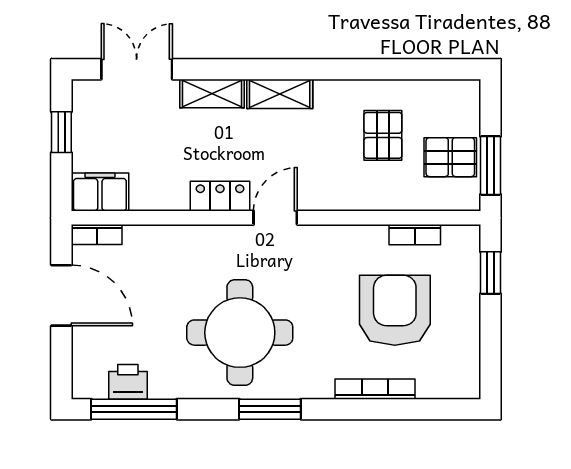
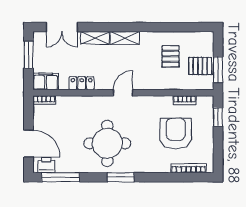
double door: (137, 69) -> (62, 27), swing flipped
window: (61, 132) -> (29, 55), width x1.50
locker: (220, 196) -> (82, 83), moved
door: (61, 295) -> (29, 144), moved
printer: (128, 382) -> (46, 165), moved
bookcase: (375, 389) -> (188, 168), moved

